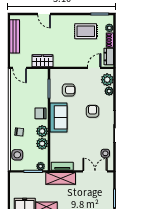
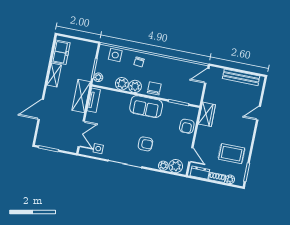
rug: (86, 31) -> (232, 154), turned 90
wardrobe: (42, 61) -> (207, 114), moved
armchair: (69, 90) -> (187, 126), moved

